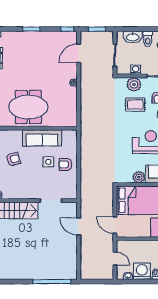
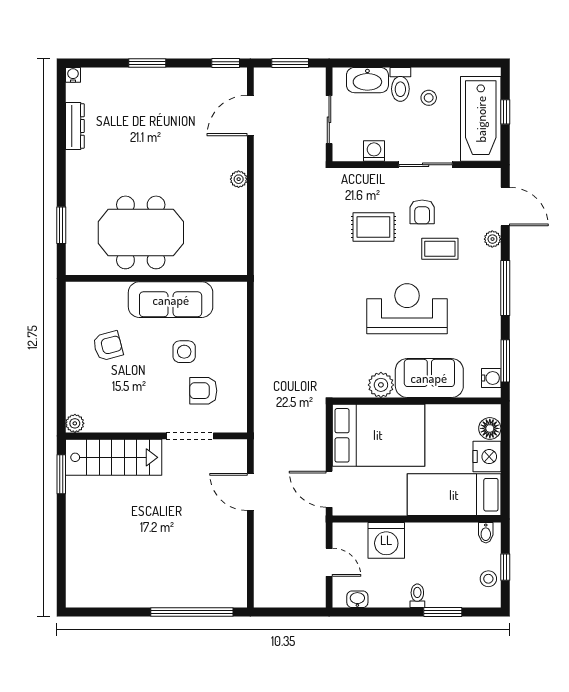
plant: (134, 84) -> (371, 183), removed
armchair: (65, 164) -> (203, 391), moved
washing machine: (142, 271) -> (386, 540), moved, turned 180

